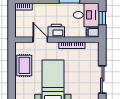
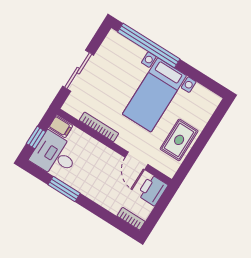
printer: (56, 31) -> (152, 190), moved, turned 90
sliding door: (102, 79) -> (78, 71), moved

